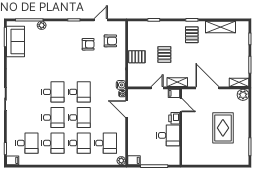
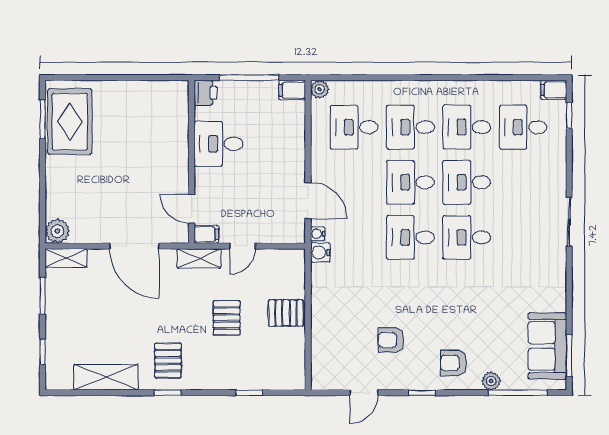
armchair: (110, 41) -> (454, 363), moved
printer: (174, 118) -> (205, 93), moved
rug: (223, 128) -> (70, 122), moved

